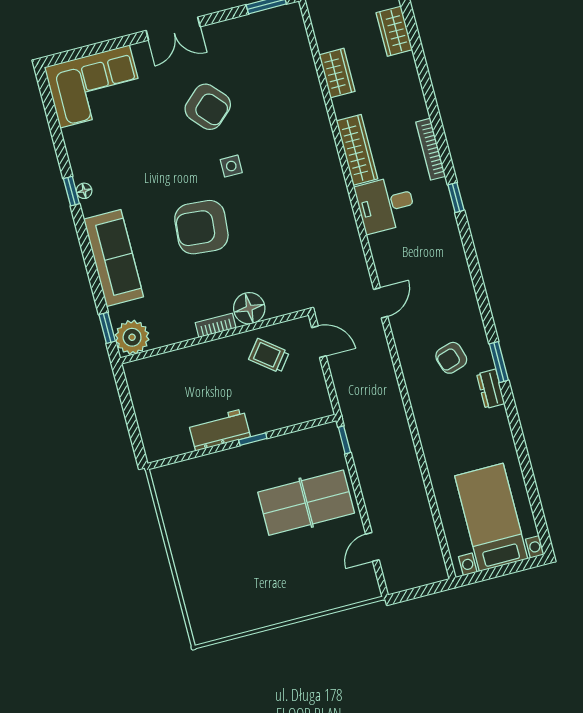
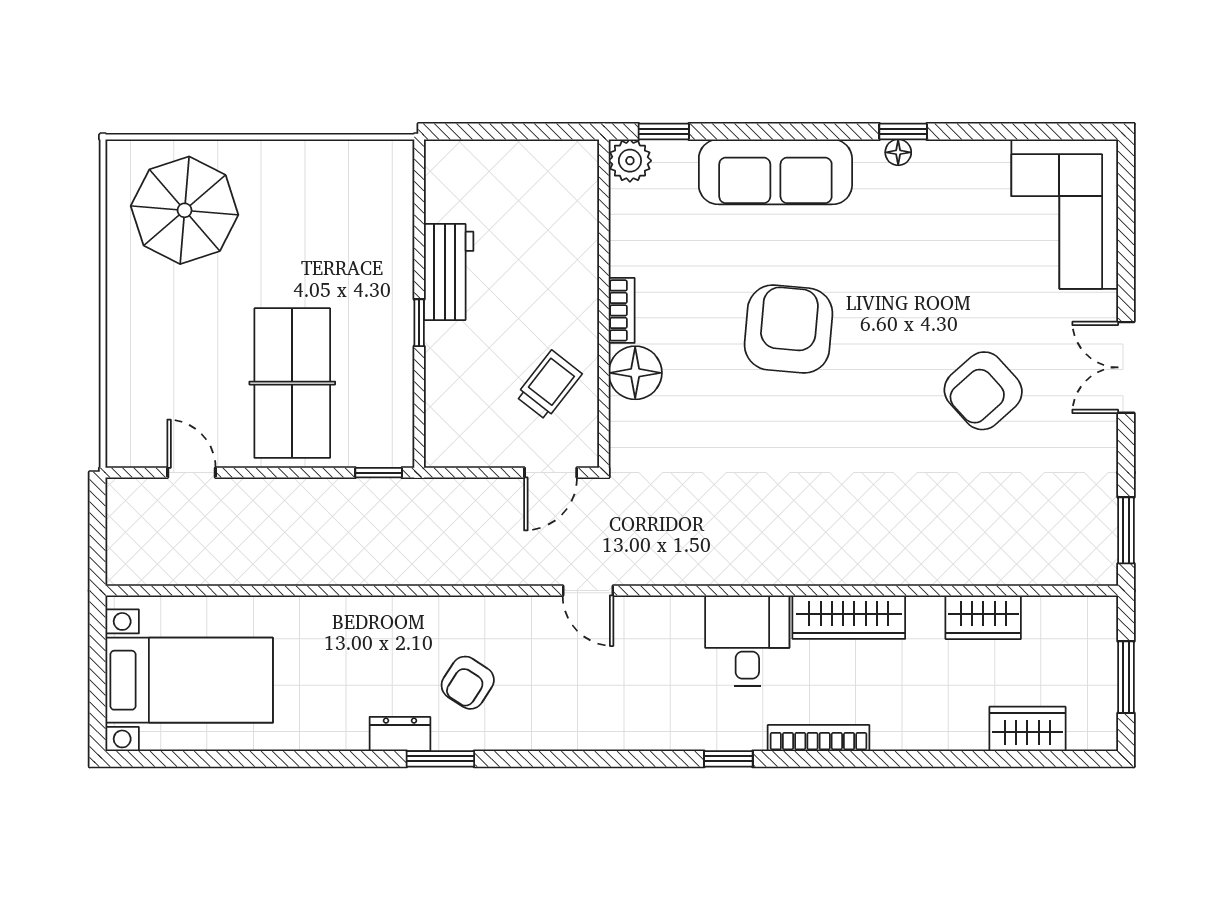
side table: (231, 166) -> (876, 404), removed
plant: (132, 337) -> (630, 161), width x0.73, depth x0.73
armchair: (451, 358) -> (468, 683), turned -130
parasol: (223, 590) -> (185, 210), added

